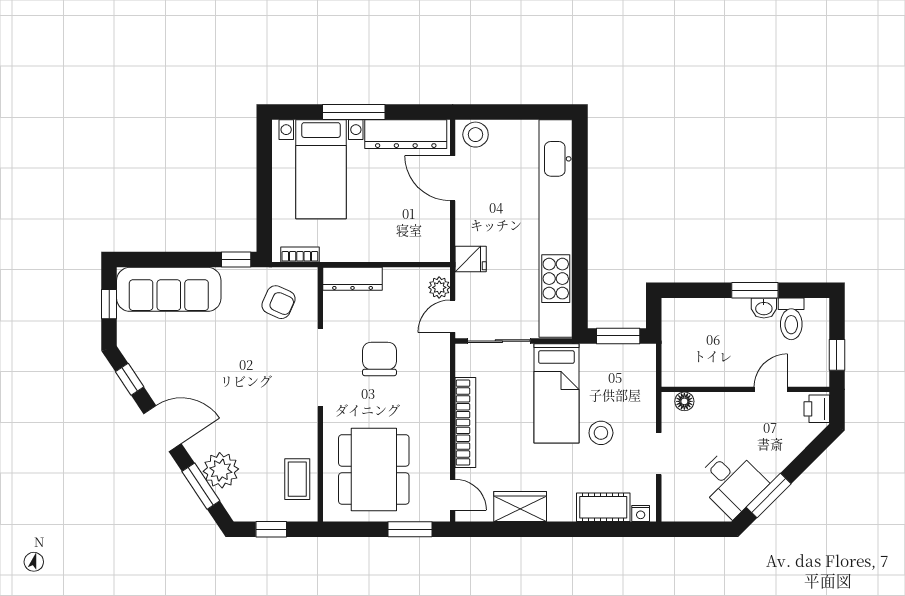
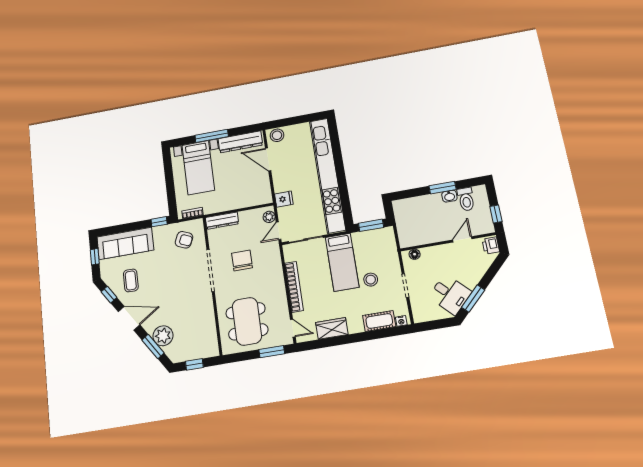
coffee table: (297, 479) -> (131, 280), moved

